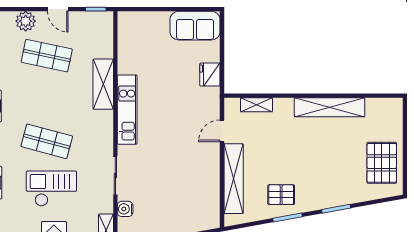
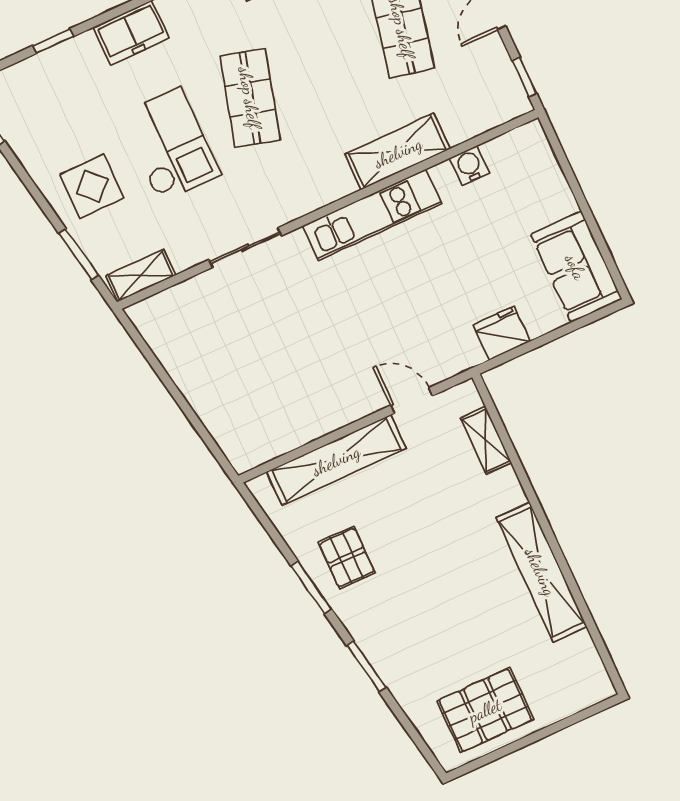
water cooler: (125, 209) -> (469, 165), moved

